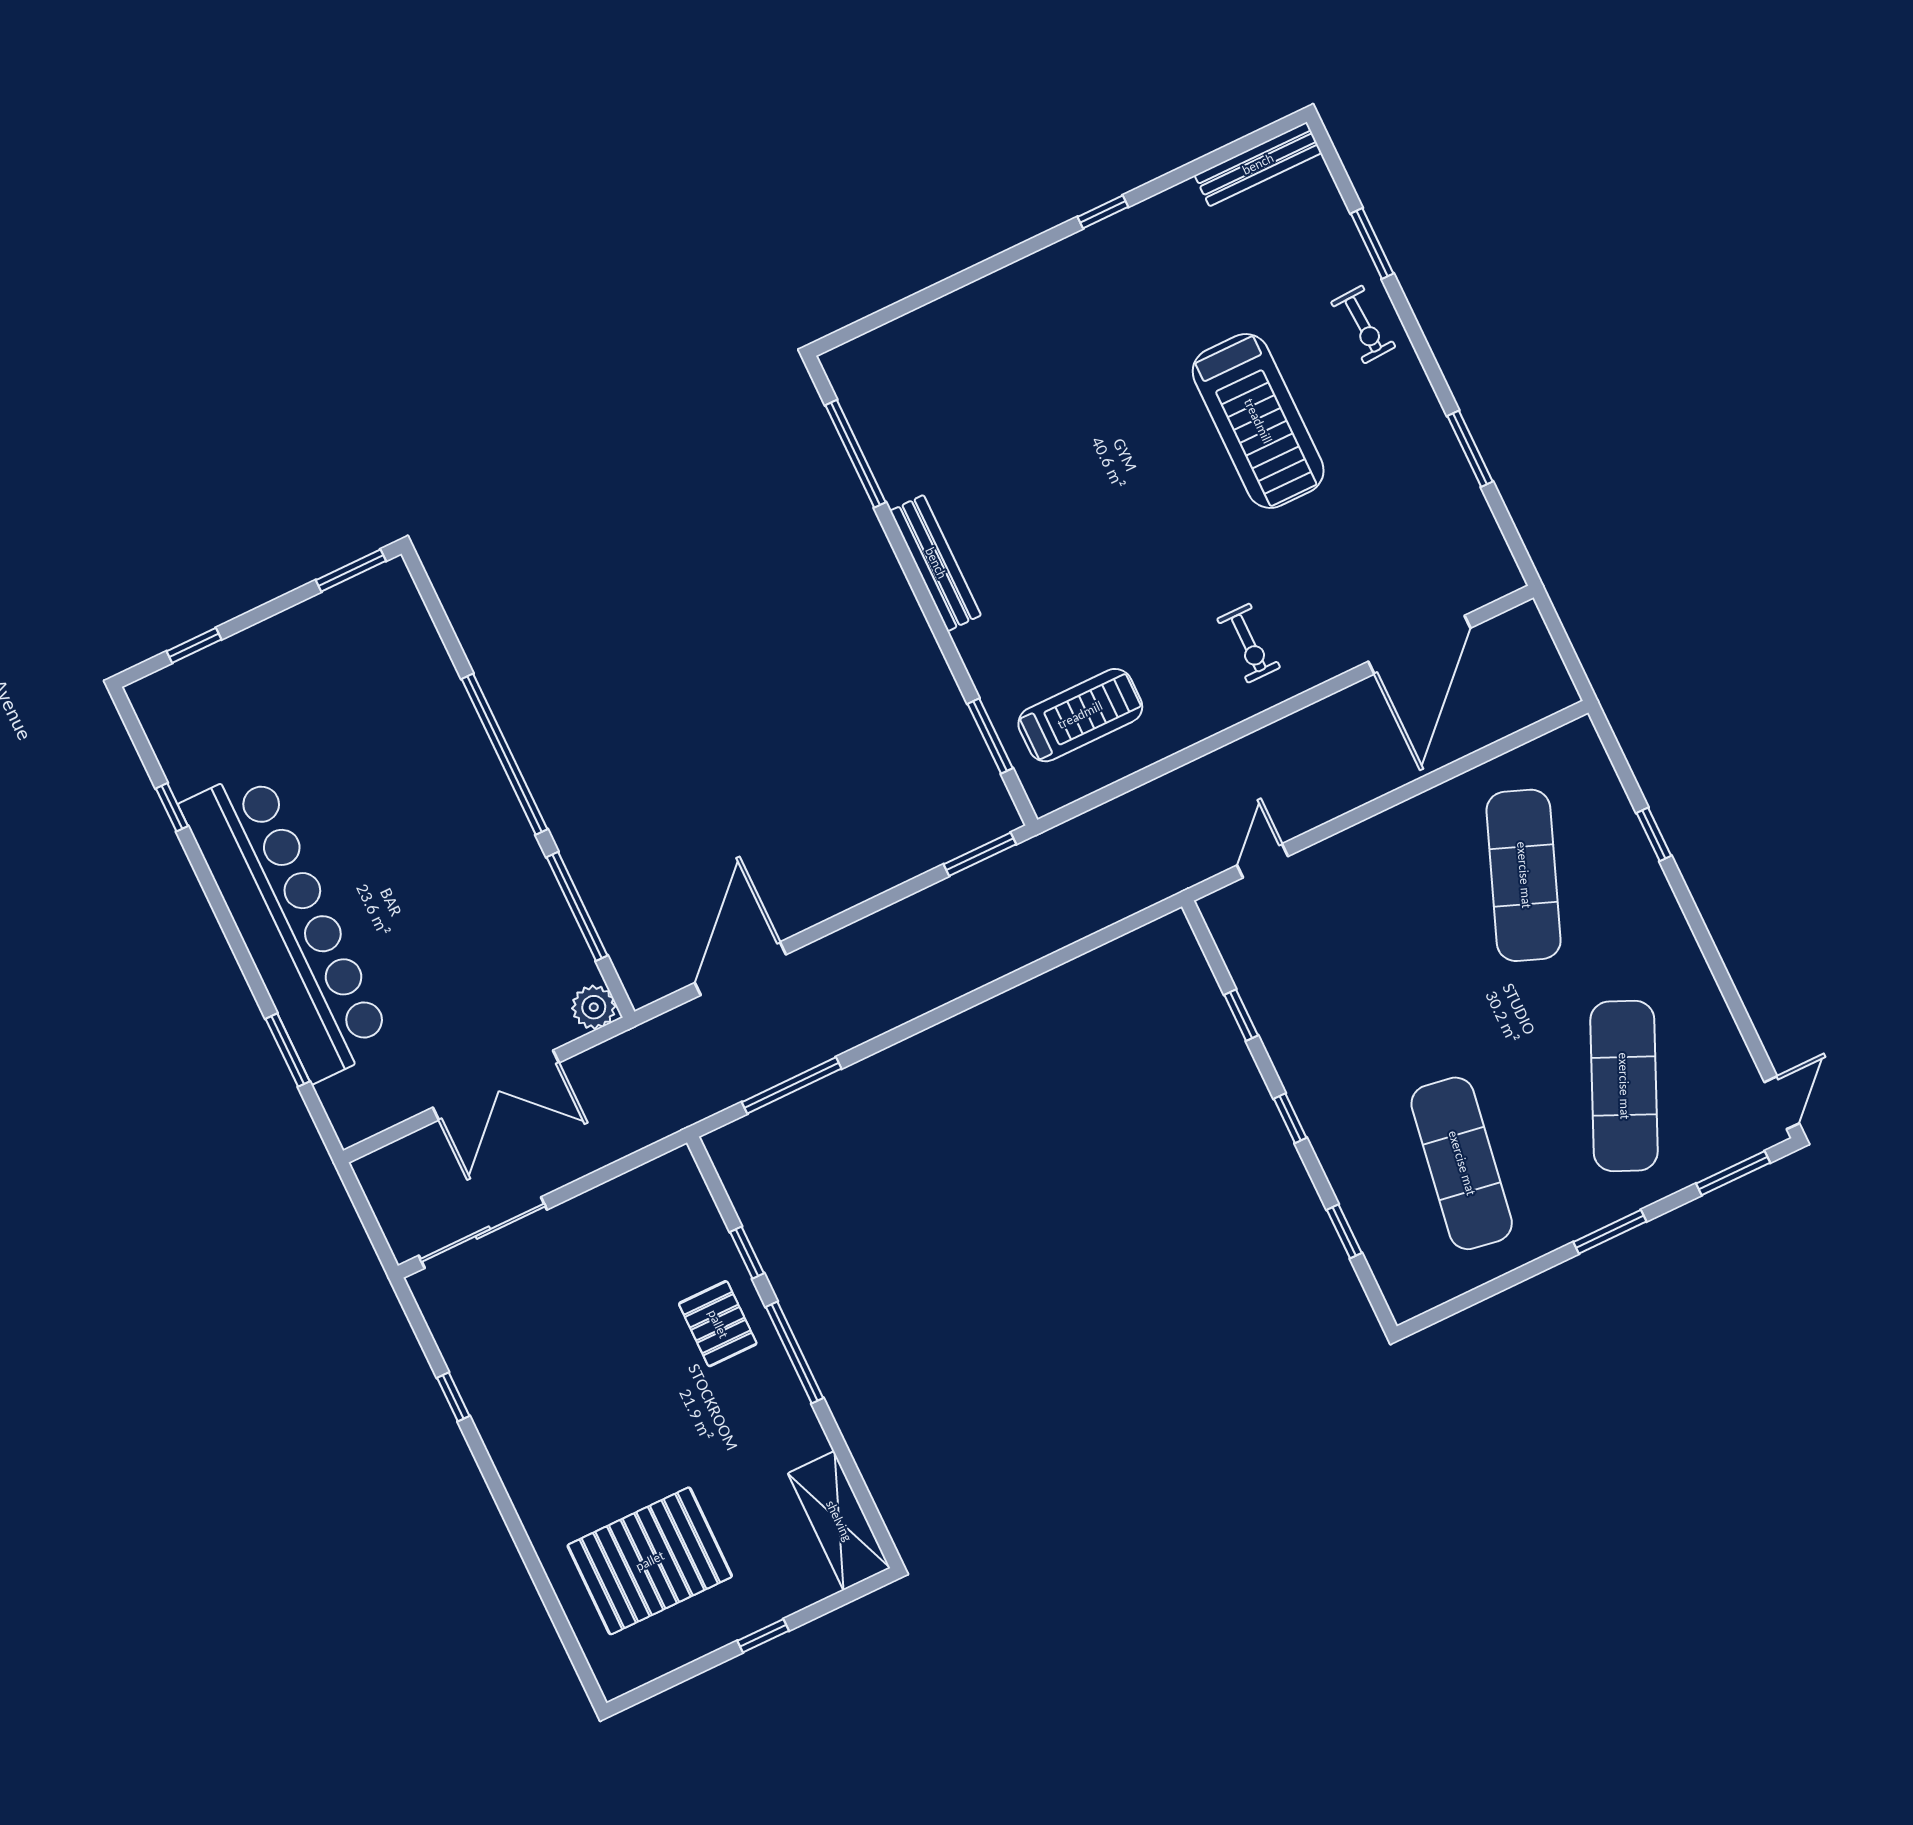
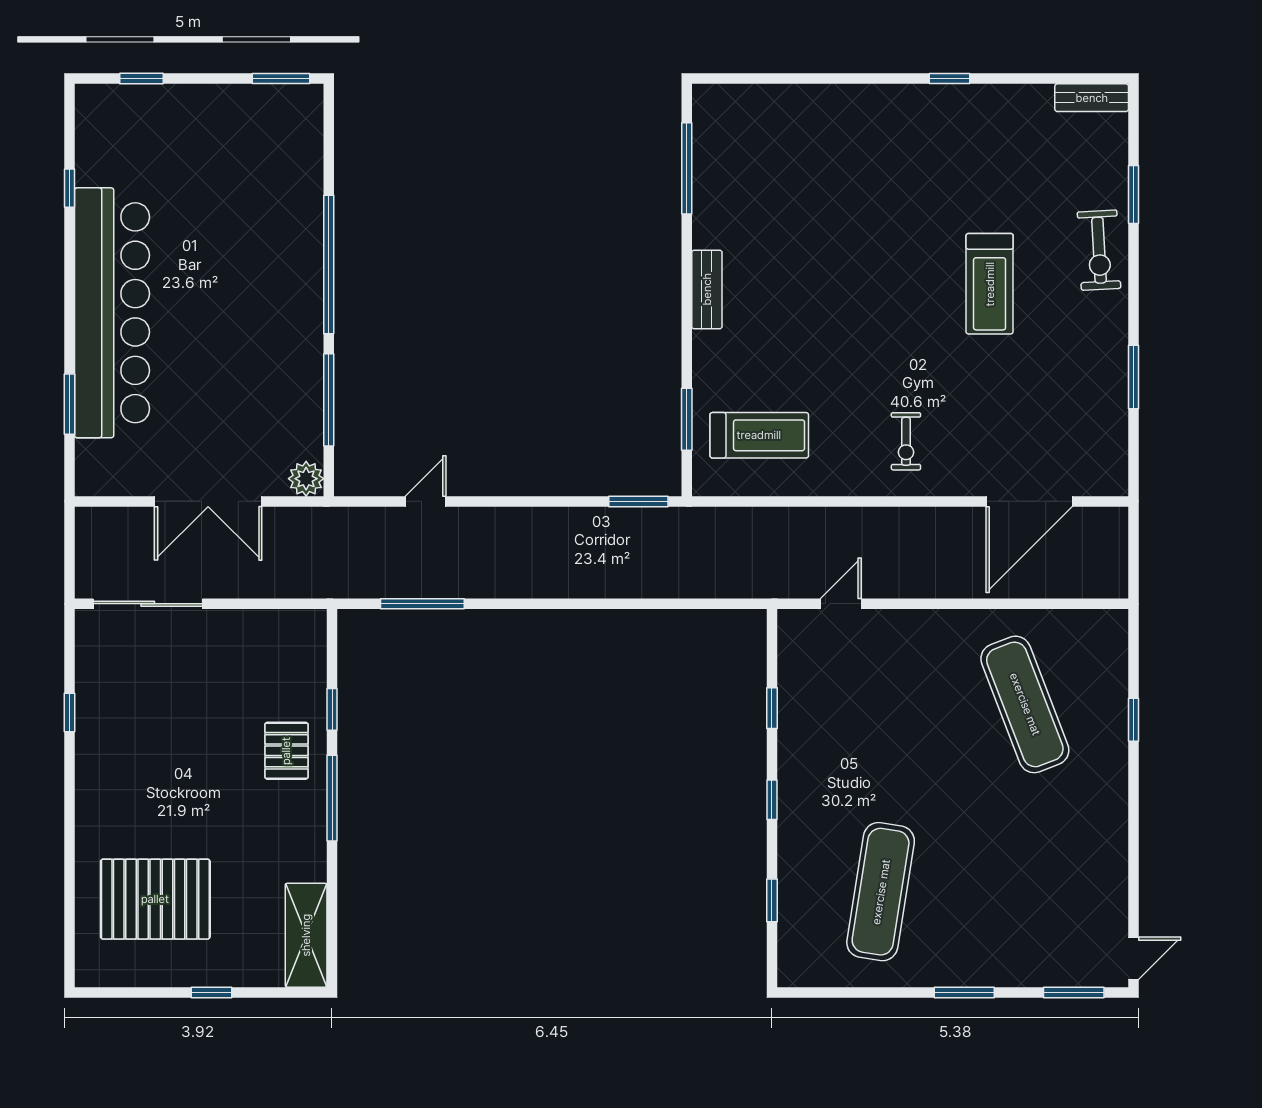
bench: (1258, 164) -> (1092, 98), width x0.73
exercise bike: (1363, 324) -> (1099, 250), width x1.38, depth x1.39
treadmill: (1258, 421) -> (990, 284), width x0.73, depth x0.73
bench: (936, 563) -> (707, 289), width x0.73
exercise mat: (1524, 875) -> (1025, 704), turned -42
door: (740, 969) -> (426, 501), width x0.53
exercise mat: (1624, 1086) -> (1025, 892), removed

